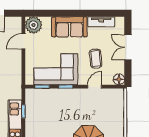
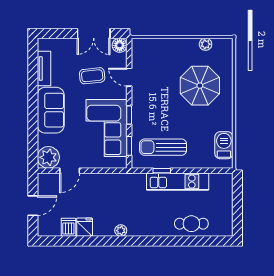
door: (23, 41) -> (70, 171), hinge flipped
double door: (128, 47) -> (94, 33), moved
sun lounger: (41, 113) -> (163, 147), added

